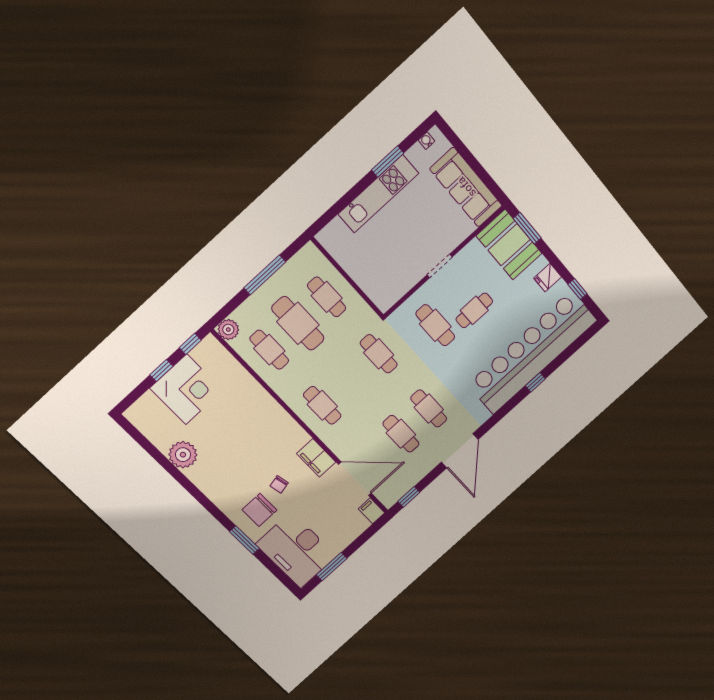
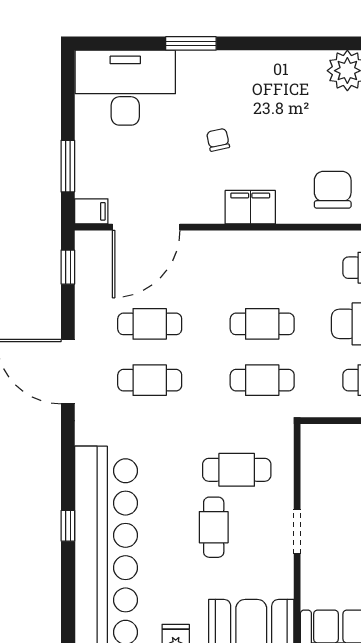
cafe table: (322, 405) -> (262, 324), moved
filing cabinet: (316, 458) -> (250, 207), moved
chair: (259, 510) -> (333, 190), moved
window: (332, 567) -> (68, 166), moved

